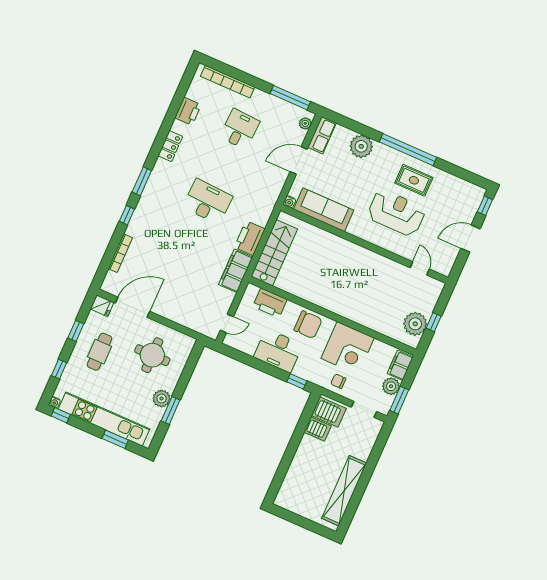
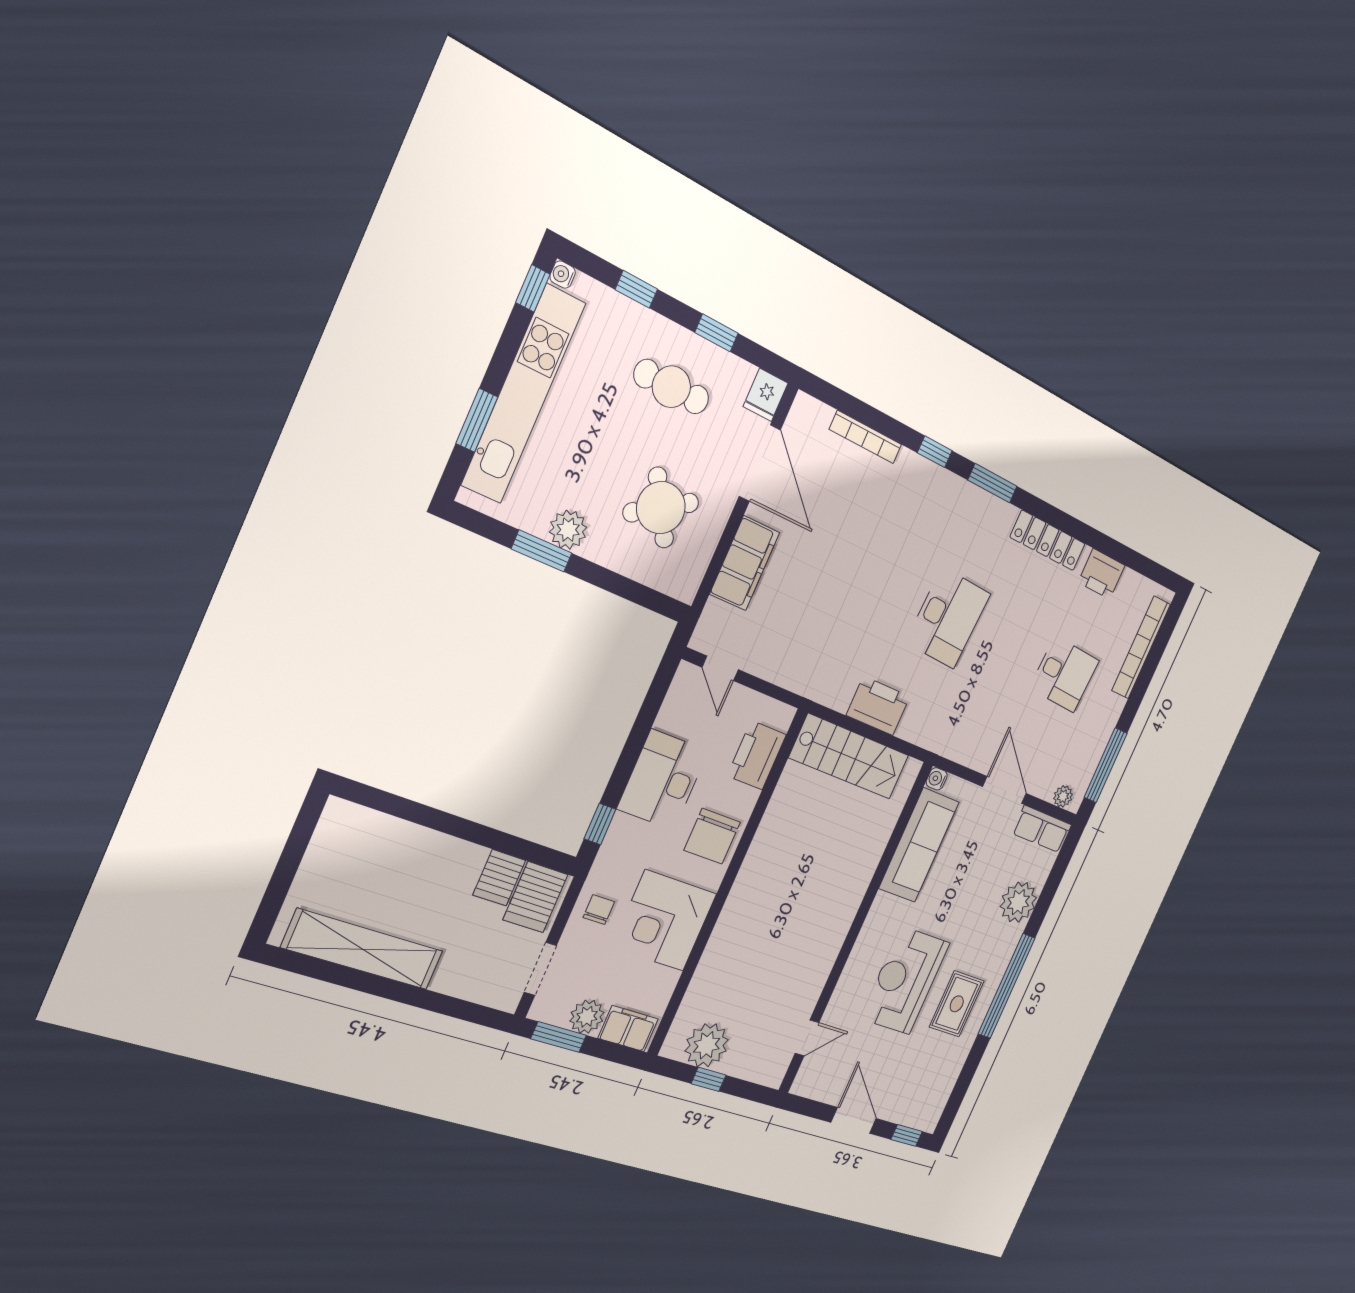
locker: (170, 146) -> (1048, 540), width x1.53
reception desk: (396, 213) -> (905, 980), turned 180
filing cabinet: (236, 271) -> (745, 563), moved, turned 90
round table: (152, 355) -> (661, 508), turned -32

